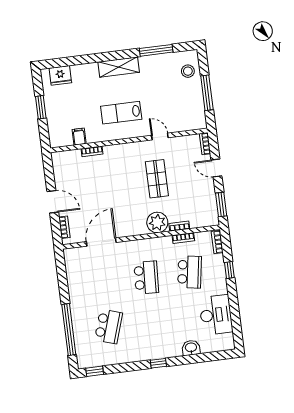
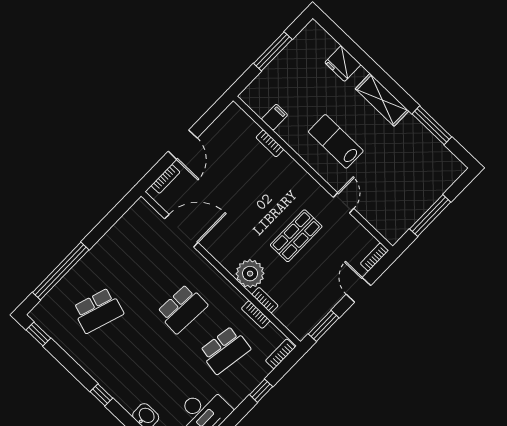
stool: (188, 71) -> (437, 177), removed
fridge: (60, 75) -> (343, 64), moved
window: (41, 107) -> (273, 51), width x1.44

